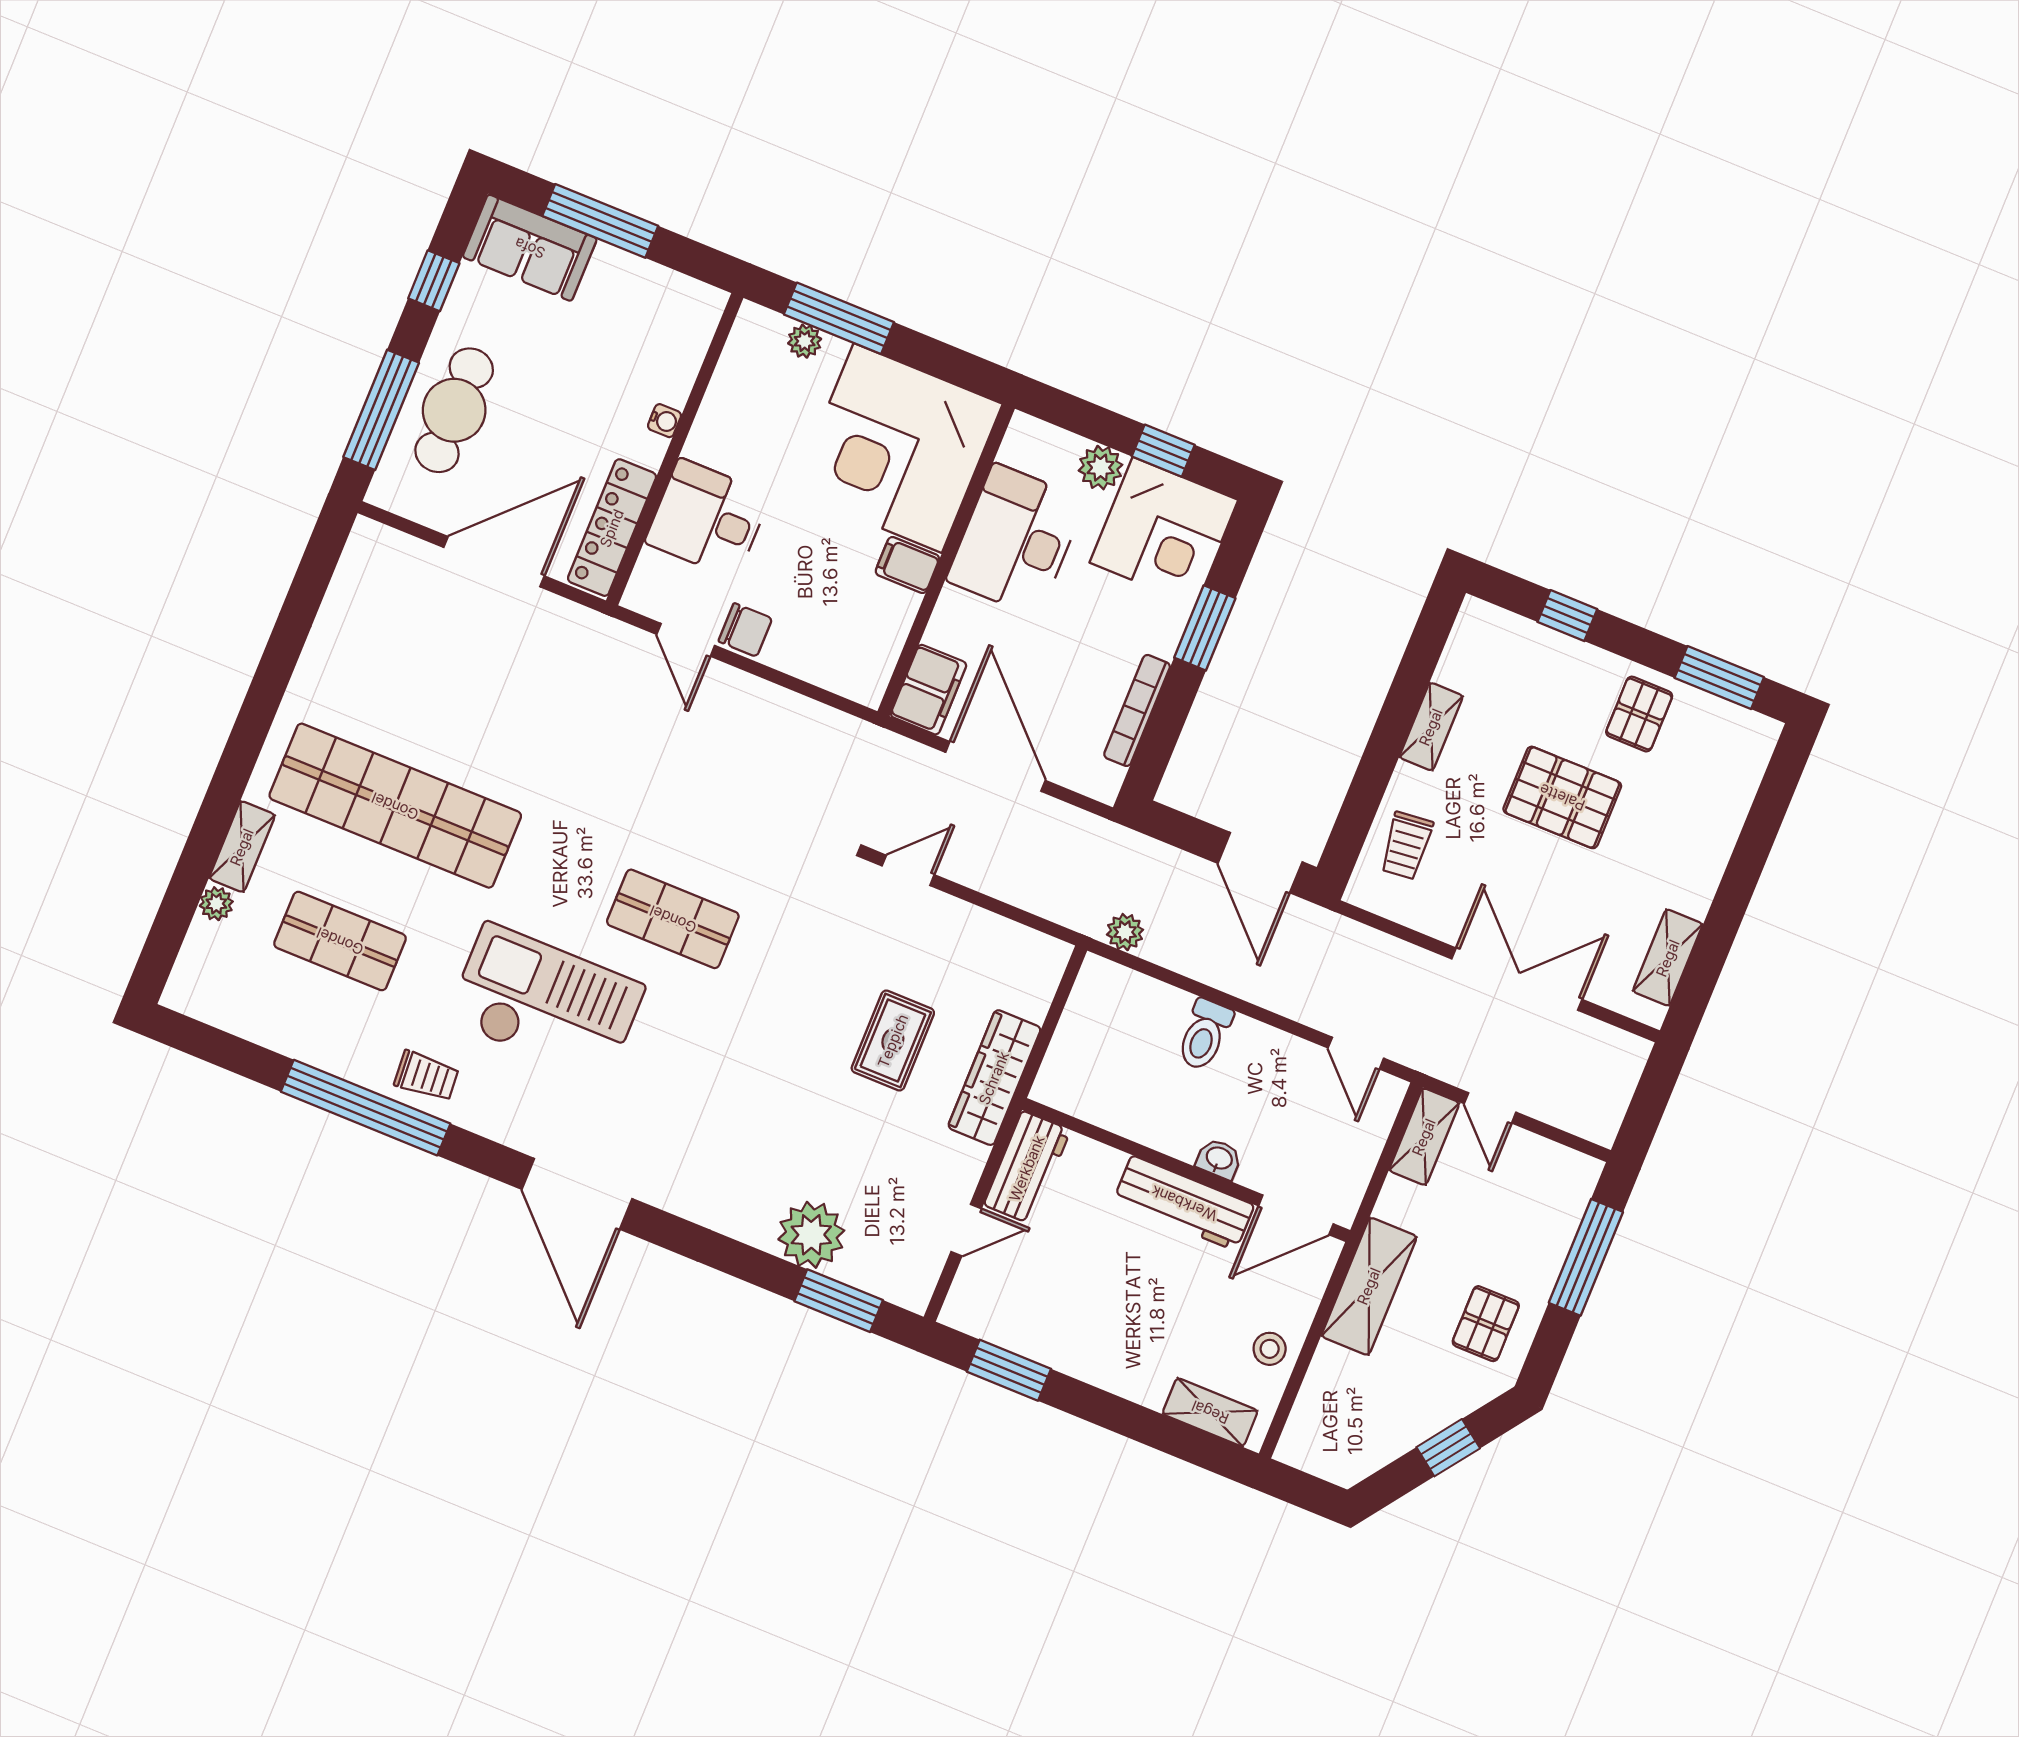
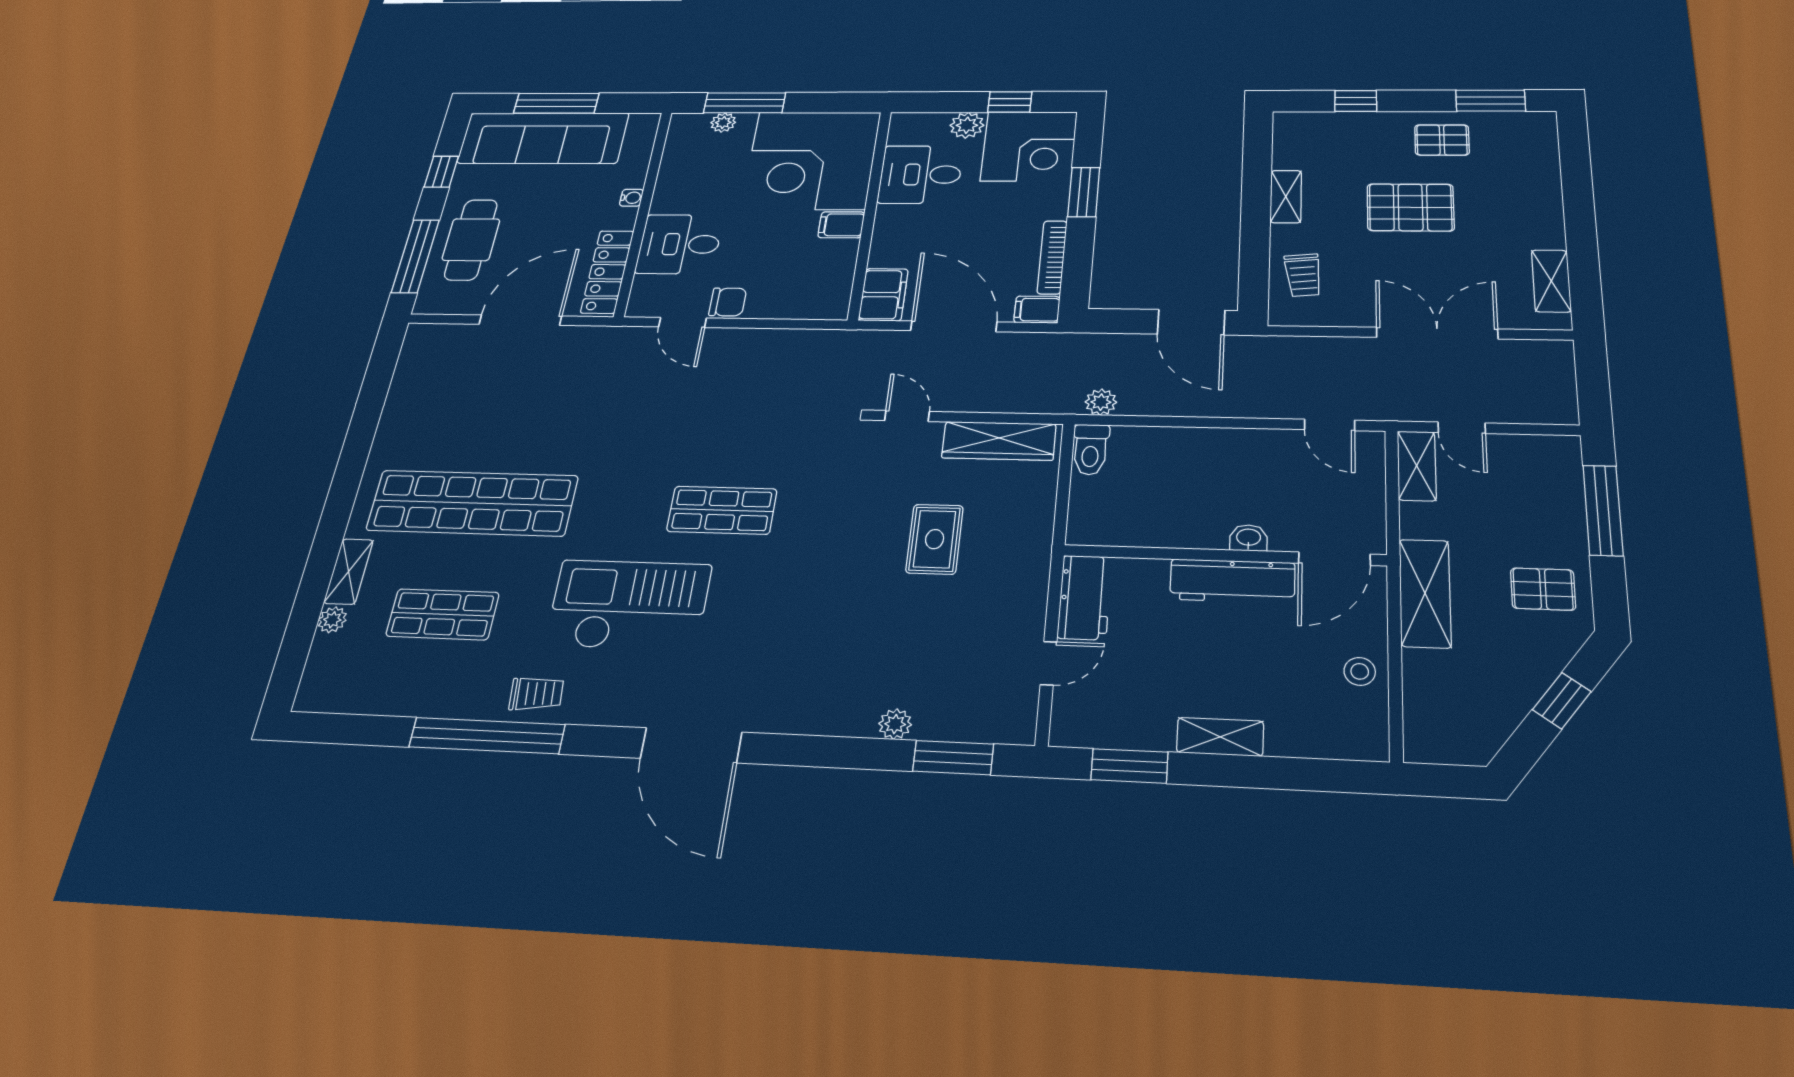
sofa: (530, 248) -> (543, 138), width x1.85, depth x1.27
desk: (1016, 540) -> (921, 175), width x0.73
pallet: (1639, 714) -> (1442, 140), turned 90
filing cabinet: (1096, 779) -> (1037, 310), added
door: (908, 870) -> (907, 416), hinge flipped
toilet: (1205, 1035) -> (1091, 449), moved
wardrobe: (994, 1078) -> (999, 441), moved, turned -90
plant: (811, 1235) -> (895, 724), width x0.53, depth x0.53
pallet: (1486, 1324) -> (1543, 589), turned 90
shelving: (1210, 1412) -> (1220, 737), moved

